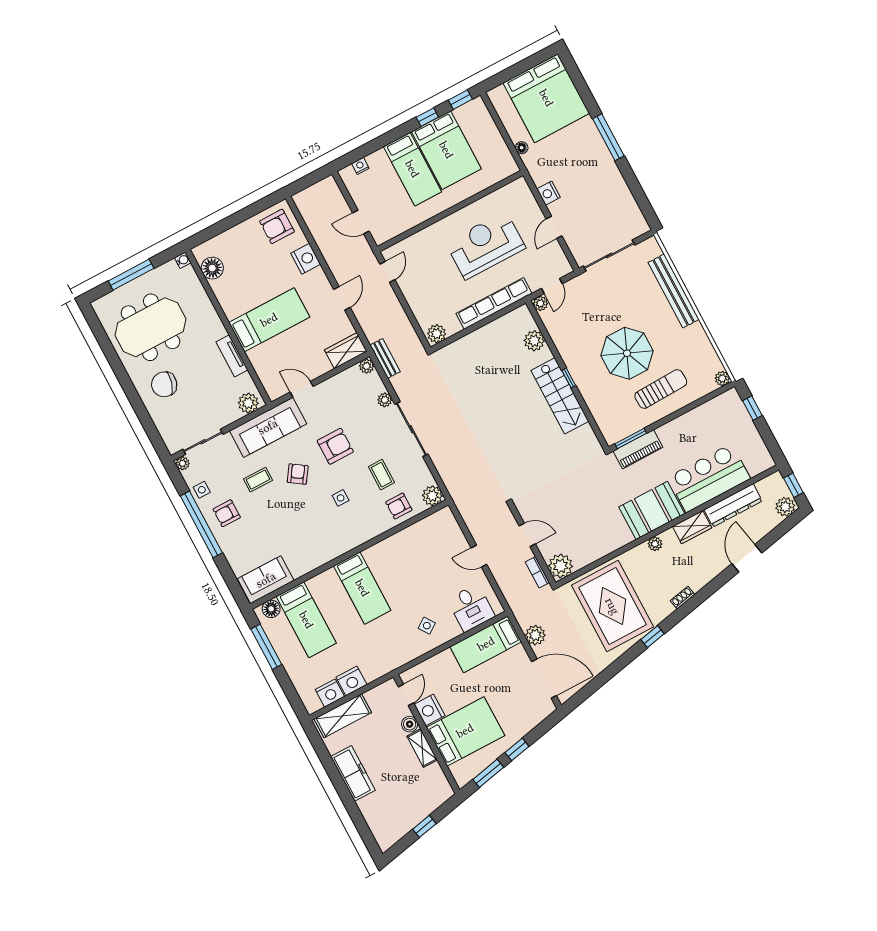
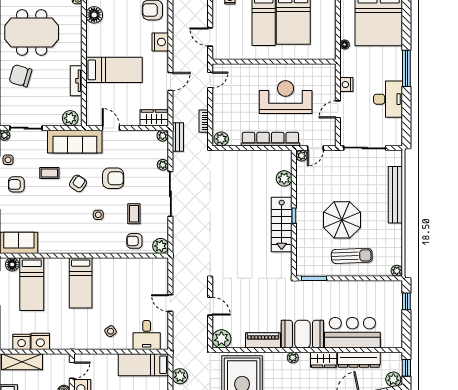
desk: (606, 184) -> (388, 99), added
piano: (638, 449) -> (263, 340), moved, turned 180
bookcase: (537, 572) -> (204, 121), moved

